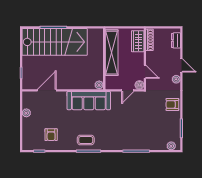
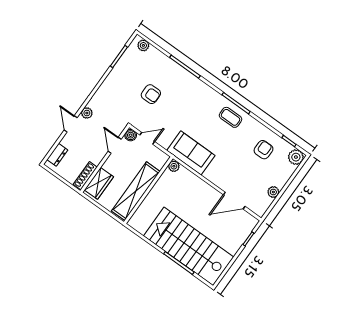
sofa: (89, 101) -> (191, 153), width x0.73
armchair: (172, 104) -> (151, 94), moved
plant: (28, 144) -> (296, 157), added

